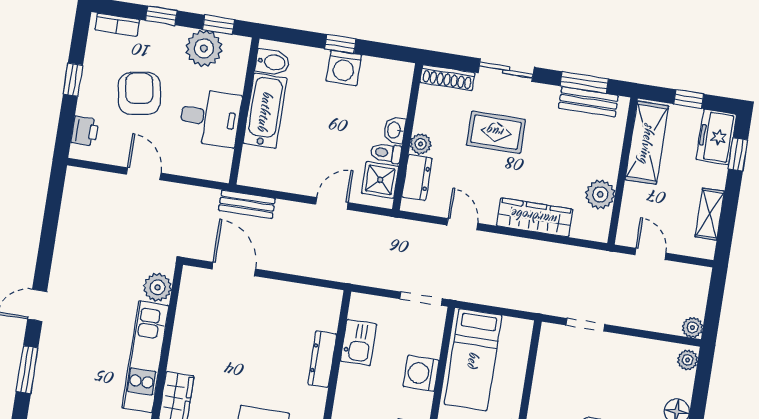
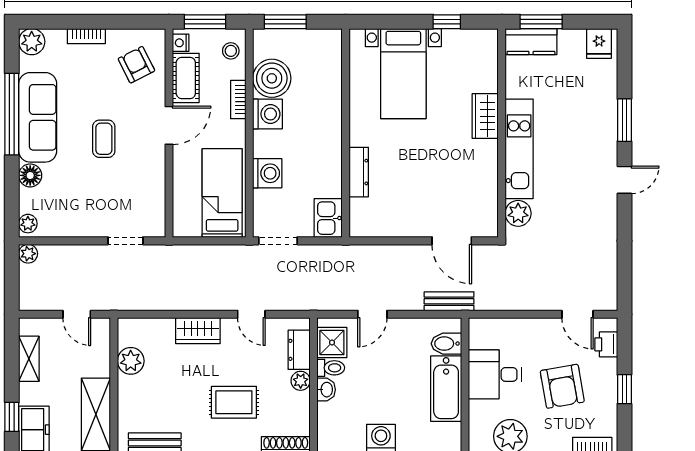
bidet: (272, 62) -> (446, 344), moved
door: (144, 174) -> (577, 314), moved
wardrobe: (535, 217) -> (198, 331), width x0.67
kitchen sink: (359, 343) -> (328, 218), moved

